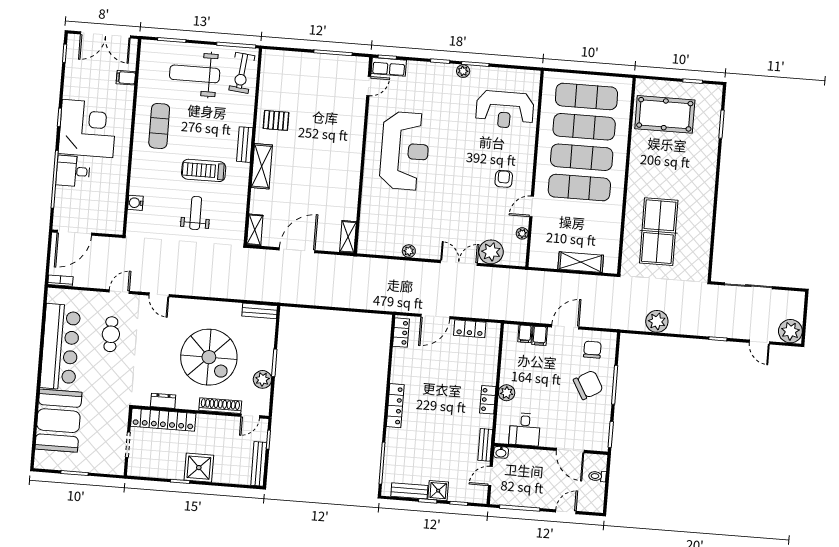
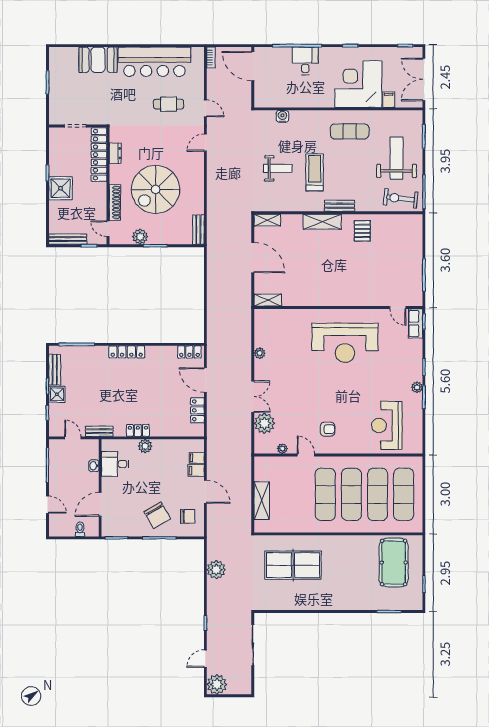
corner desk: (88, 129) -> (358, 84), moved, turned 180
booth: (58, 421) -> (98, 60), width x0.73, depth x0.70
washbasin: (501, 452) -> (94, 466), moved

